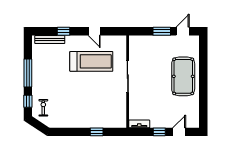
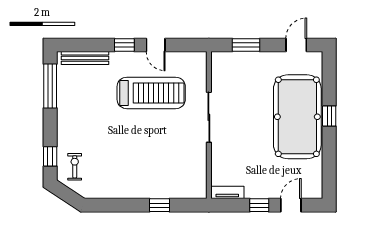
window: (63, 31) -> (124, 45), moved
window: (162, 31) -> (246, 45), moved
window: (28, 73) -> (50, 86), moved
pool table: (183, 76) -> (297, 117), width x1.36, depth x1.32
window: (203, 76) -> (329, 116), added

